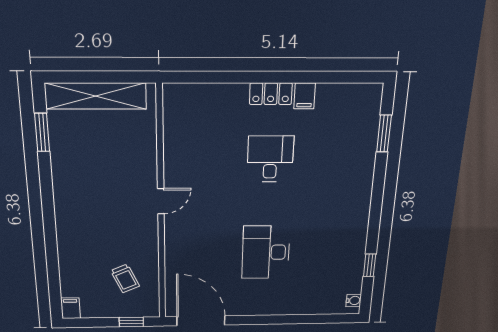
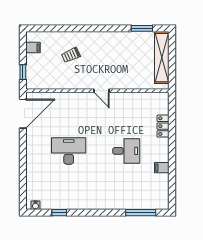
locker: (271, 94) -> (163, 126), moved
window: (384, 134) -> (141, 213), width x1.44
trolley: (125, 278) -> (71, 55), moved
filing cabinet: (70, 308) -> (33, 48), moved

